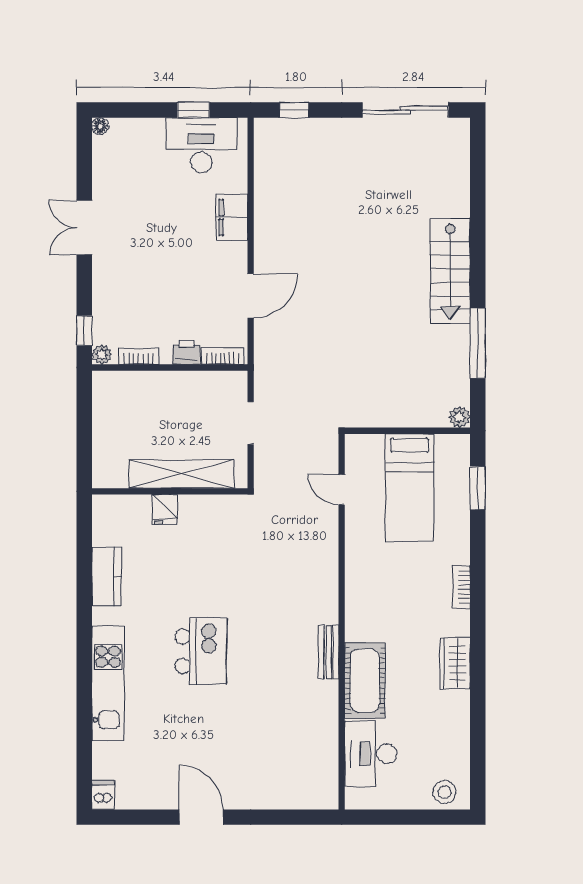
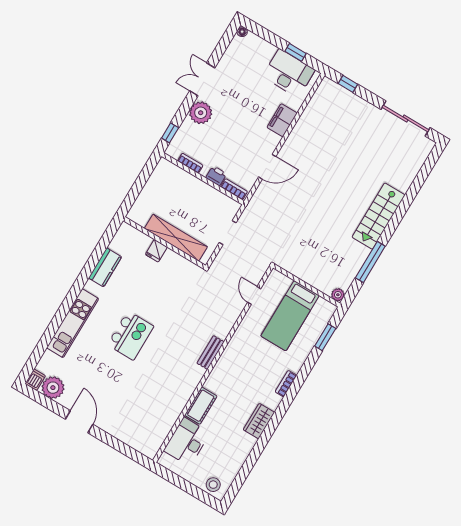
plant: (102, 355) -> (201, 113), moved, width x1.88, depth x1.88
bench: (328, 652) -> (211, 352), moved
cot: (365, 681) -> (201, 406), width x0.73, depth x0.75
plant: (135, 791) -> (53, 388), added

